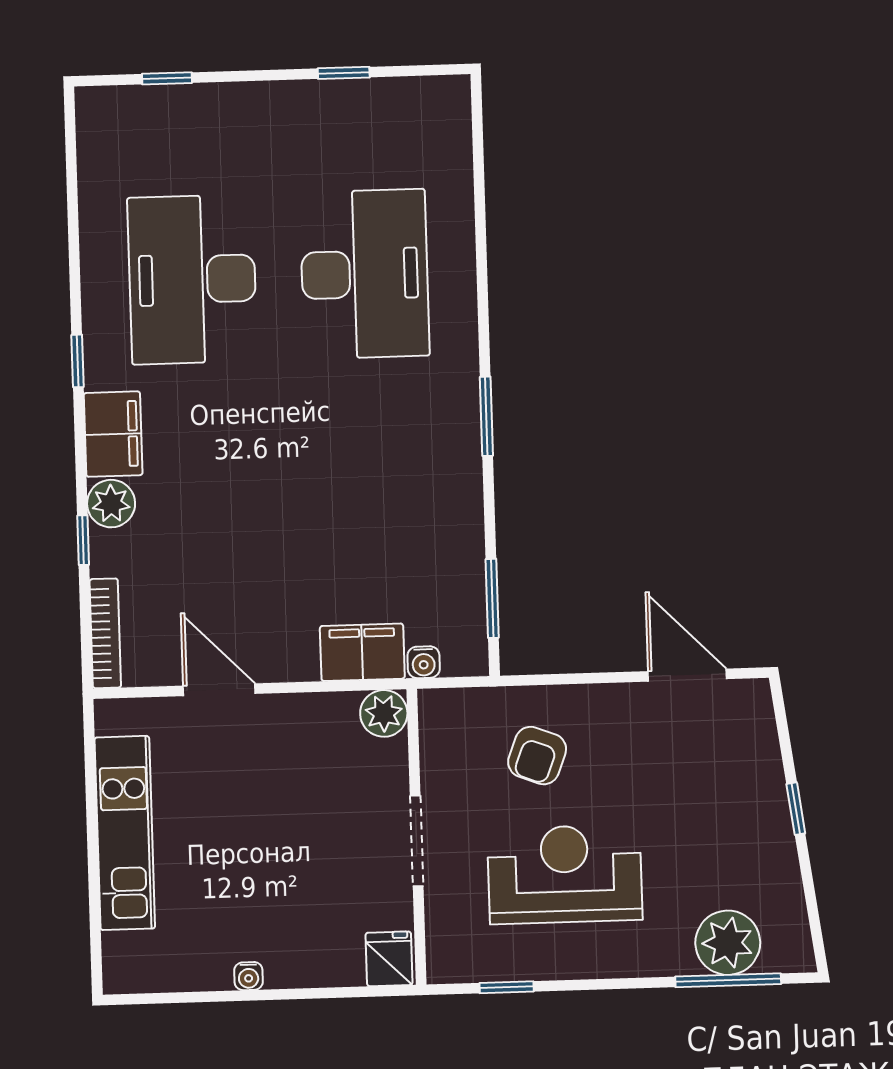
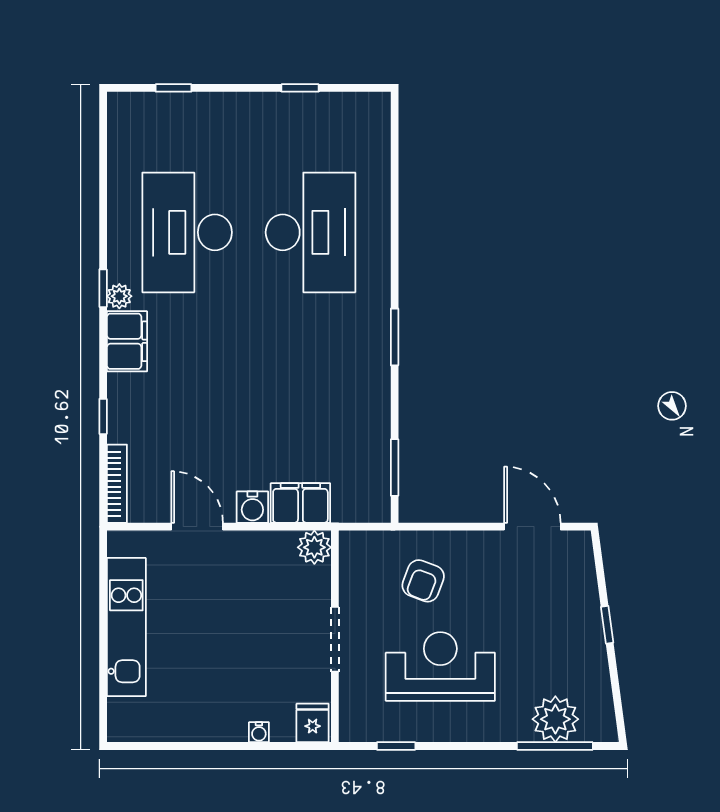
plant: (111, 504) -> (119, 296), moved, width x0.73, depth x0.73
water cooler: (424, 662) -> (252, 507), moved, width x1.38, depth x1.38
water cooler: (249, 976) -> (259, 732), moved

